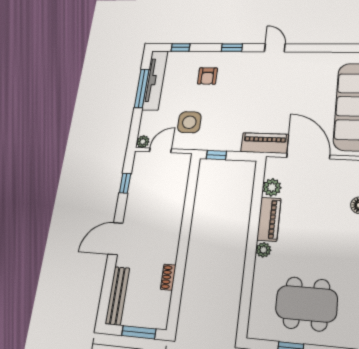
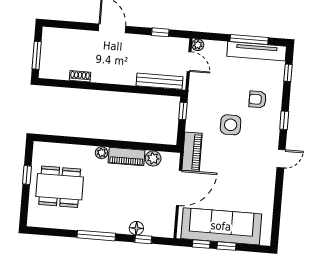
side table: (189, 122) -> (231, 125), moved
bench: (117, 296) -> (159, 81), moved
dining table: (307, 304) -> (60, 187), turned 90

